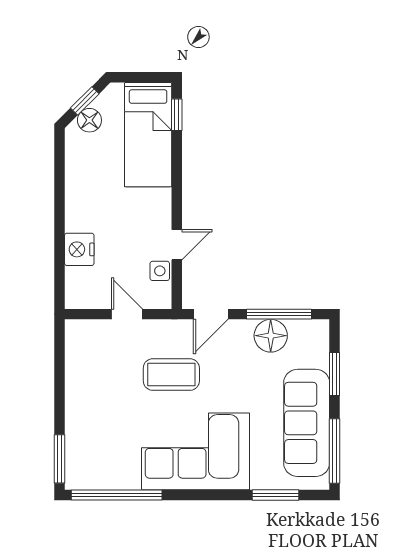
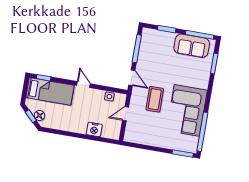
door: (177, 245) -> (83, 85), moved
floor lamp: (271, 336) -> (145, 54), removed
sofa: (307, 423) -> (192, 46), width x0.73
corner sofa: (196, 451) -> (187, 110), moved

